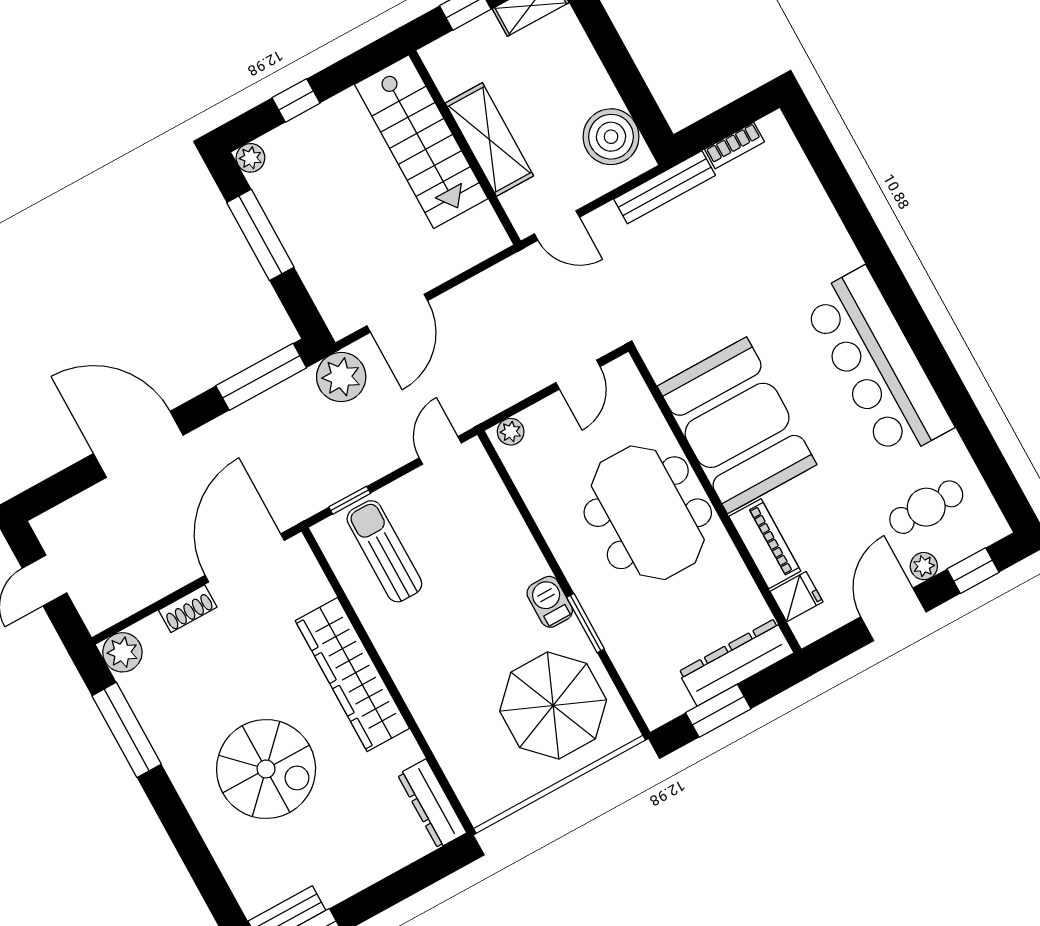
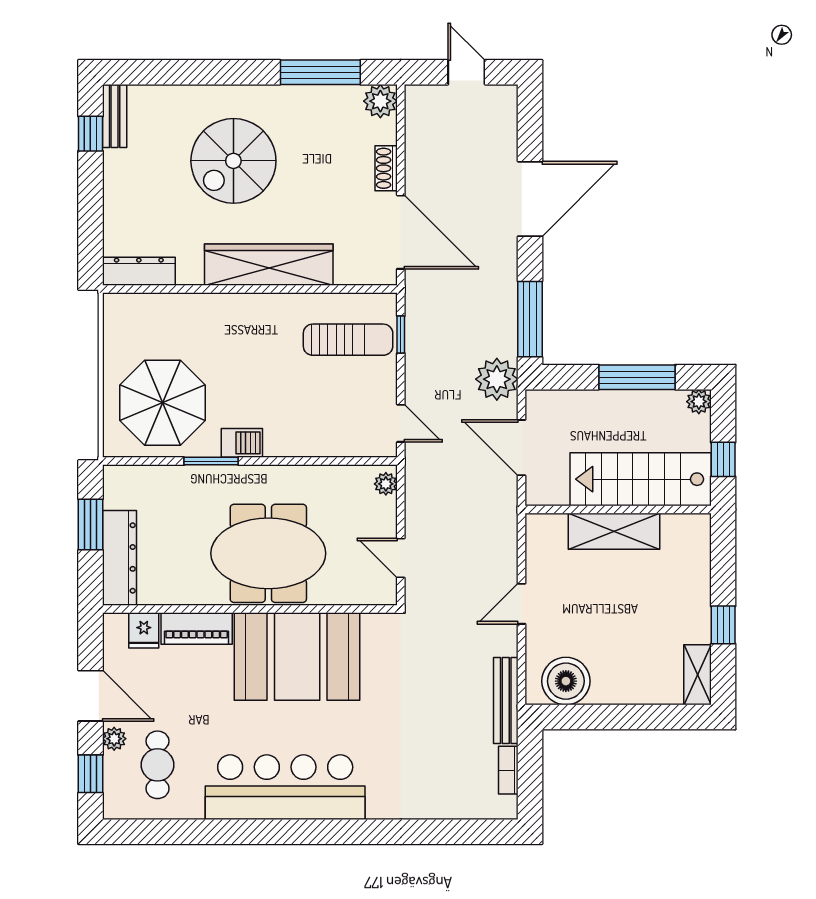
shelving: (489, 139) -> (614, 531), moved
stairs: (421, 142) -> (641, 479), moved
wall: (465, 148) -> (618, 509), moved

